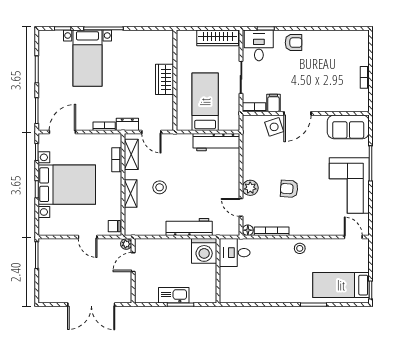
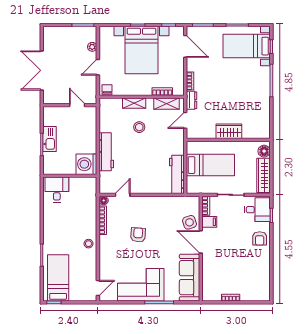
floor lamp: (188, 37) -> (264, 151), added
bed with nightstands: (87, 58) -> (247, 46), moved
sofa: (348, 127) -> (190, 278), width x1.36
plant: (250, 188) -> (139, 202), removed
plant: (126, 244) -> (92, 47), moved
desk: (235, 253) -> (57, 190), moved

